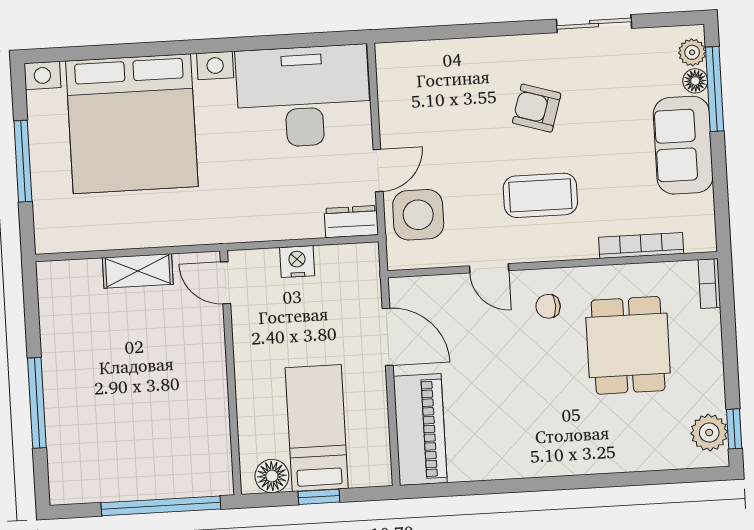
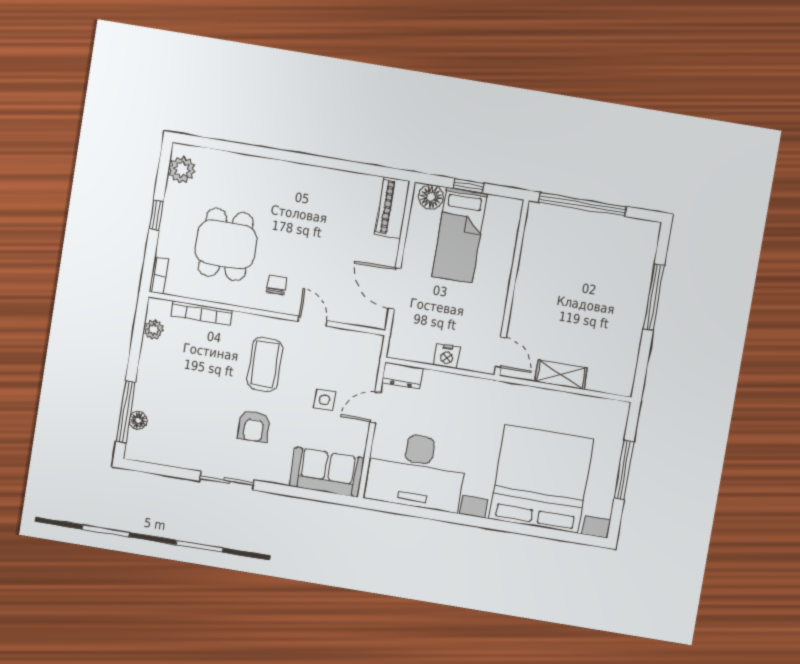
sliding door: (594, 24) -> (227, 481), moved
plant: (692, 52) -> (153, 329), moved
armchair: (537, 108) -> (254, 426), turned 73
sofa: (683, 145) -> (327, 472), moved, turned -90
coffee table: (540, 195) -> (265, 364), turned 90
side table: (418, 215) -> (325, 400), moved, width x0.54, depth x0.54
chair: (548, 306) -> (276, 285), turned -90
piano: (420, 429) -> (392, 208), width x0.73, depth x0.75
window: (734, 429) -> (156, 215), moved
floor lamp: (272, 476) -> (431, 197), moved

